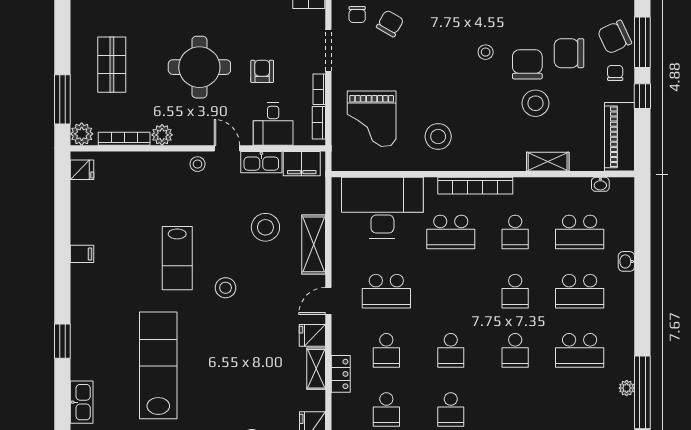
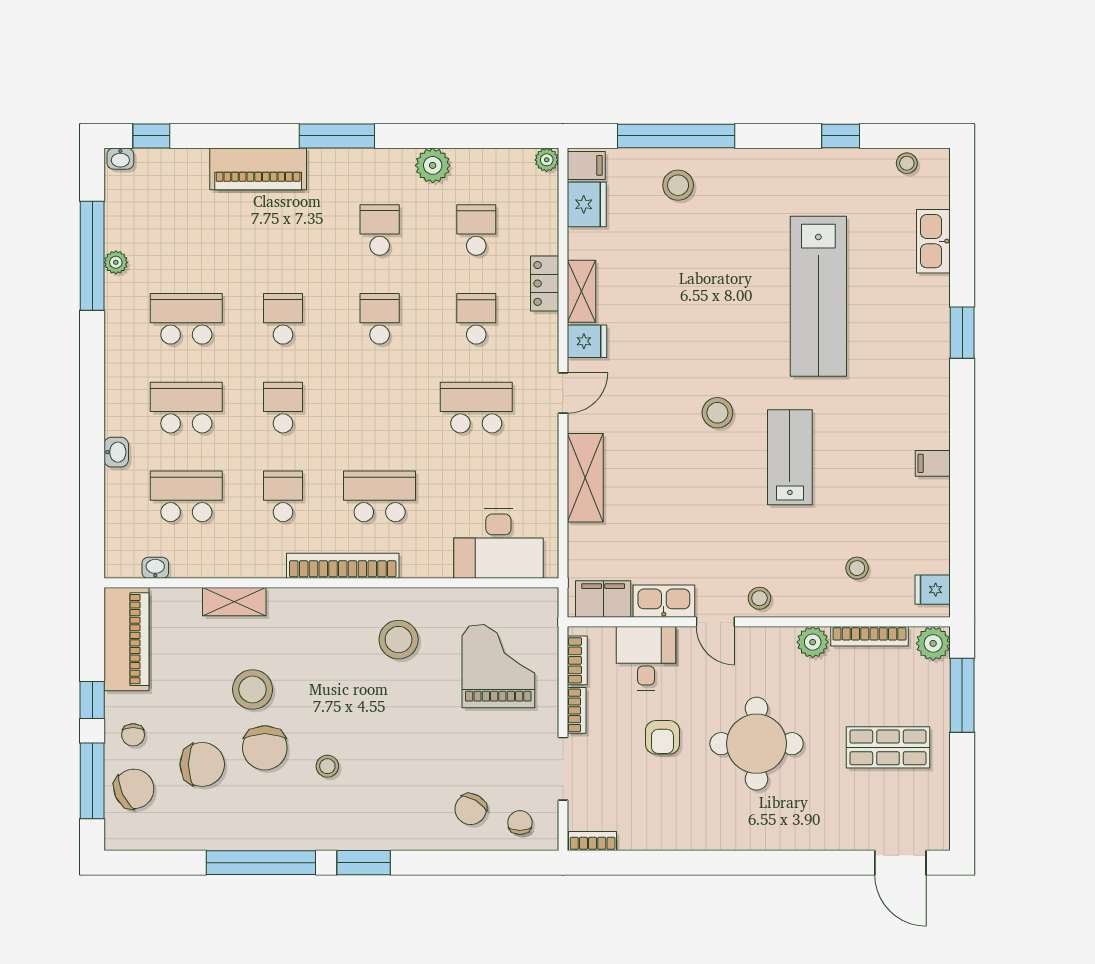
shop shelf: (112, 65) -> (888, 747), turned 90
desk: (382, 208) -> (498, 543), width x0.73, depth x0.77
stool: (265, 227) -> (857, 568), moved, width x0.53, depth x0.53

